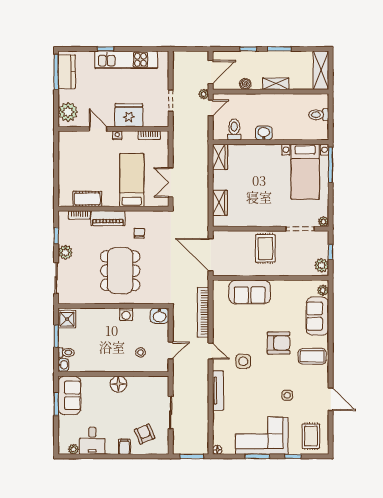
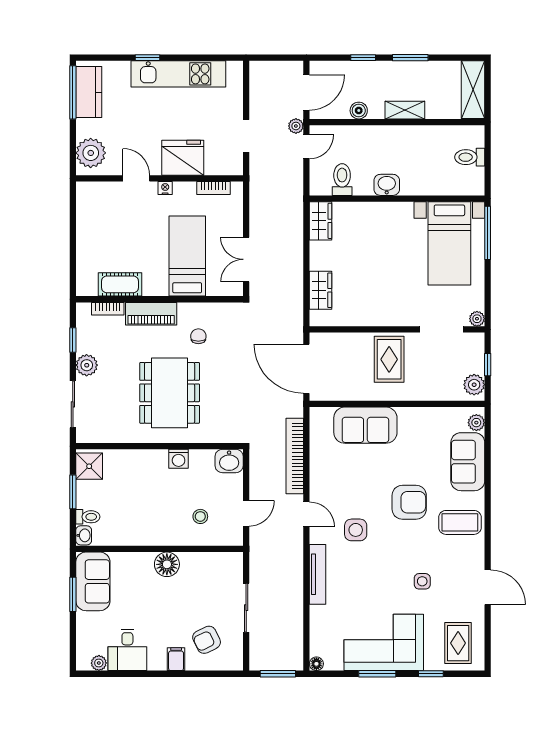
armchair: (145, 434) -> (207, 640), turned -94

